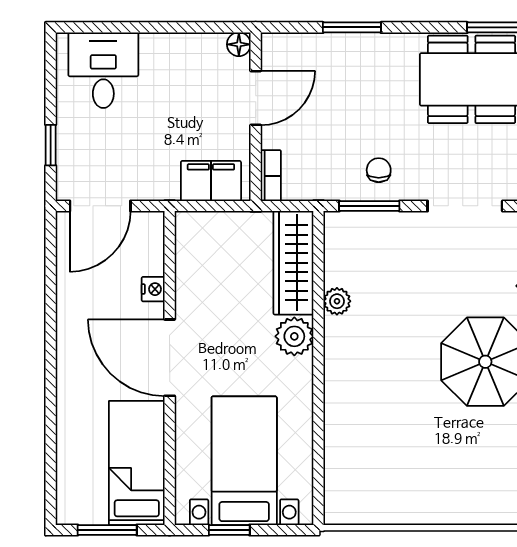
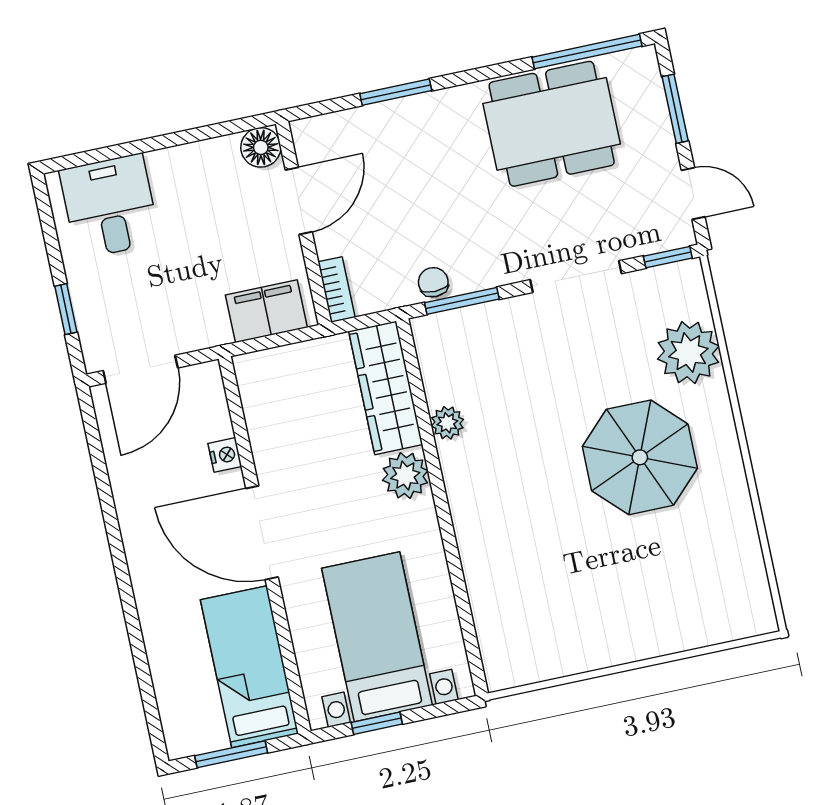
floor lamp: (239, 44) -> (261, 147), width x1.37, depth x1.37
chair: (379, 170) -> (433, 282), moved

